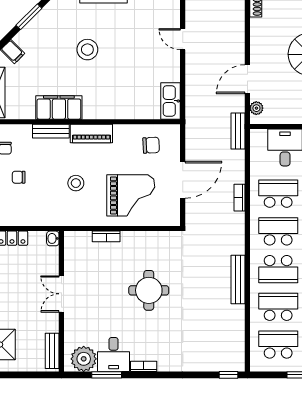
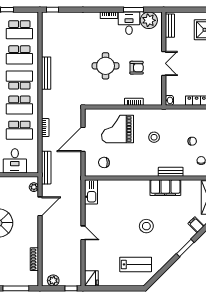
bench: (238, 131) -> (46, 168), width x1.36
piano: (91, 134) -> (144, 170), removed
armchair: (102, 288) -> (137, 68), added

